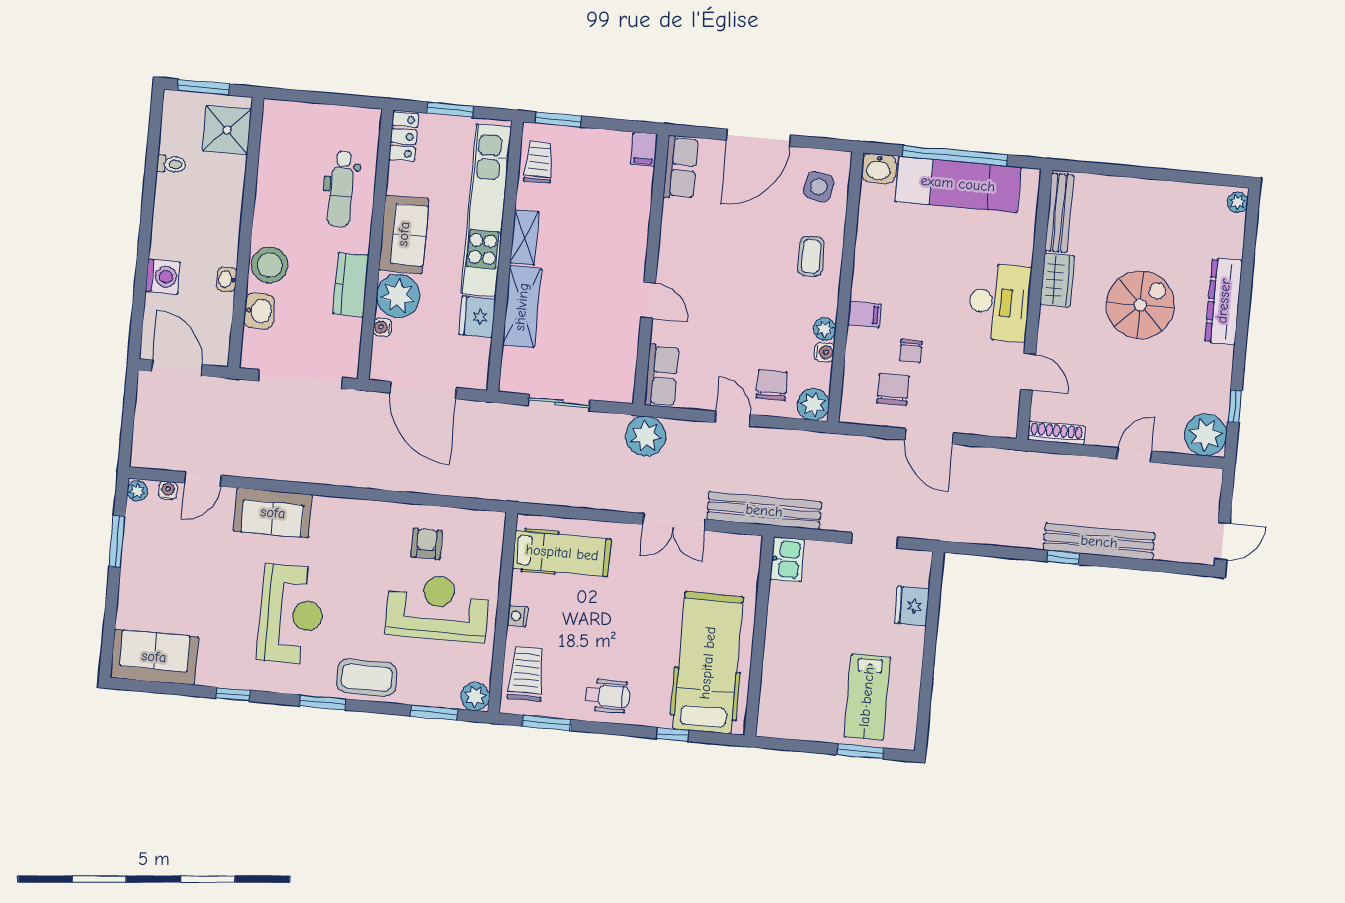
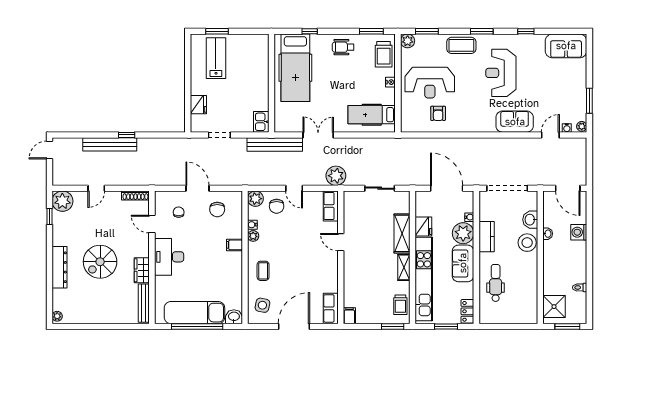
chair: (911, 351) -> (179, 212), moved

